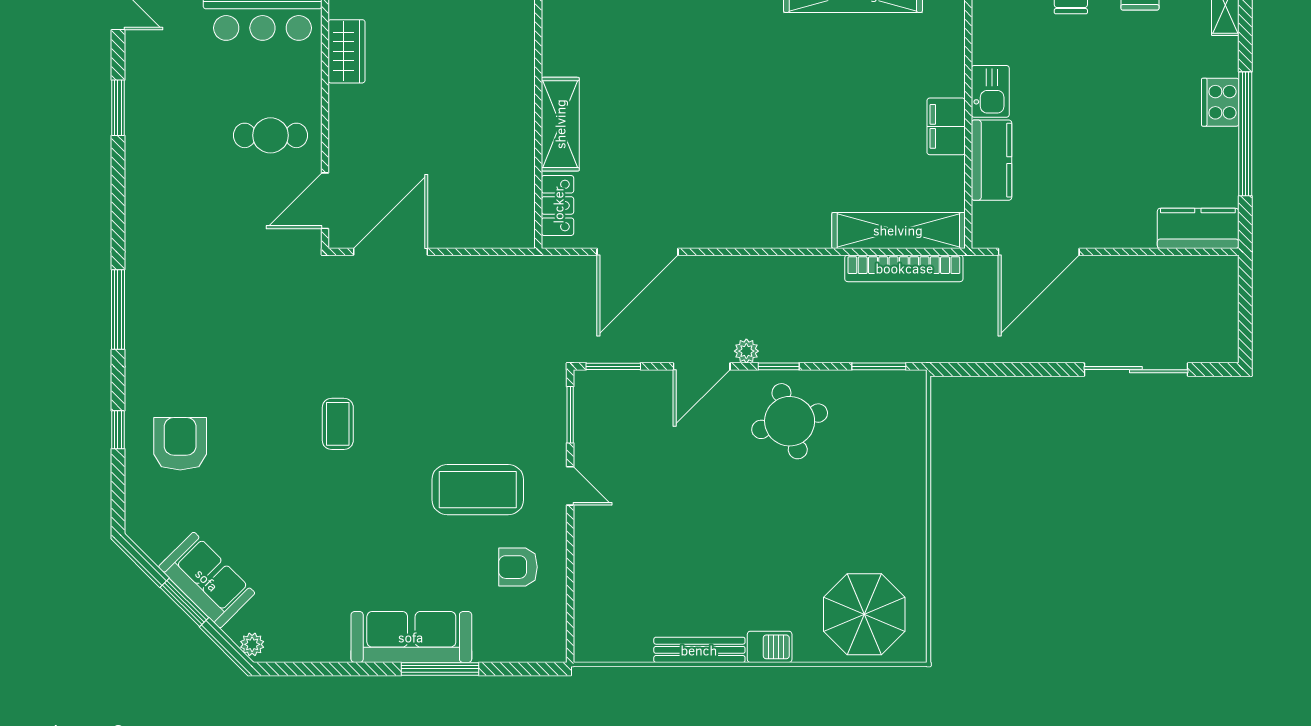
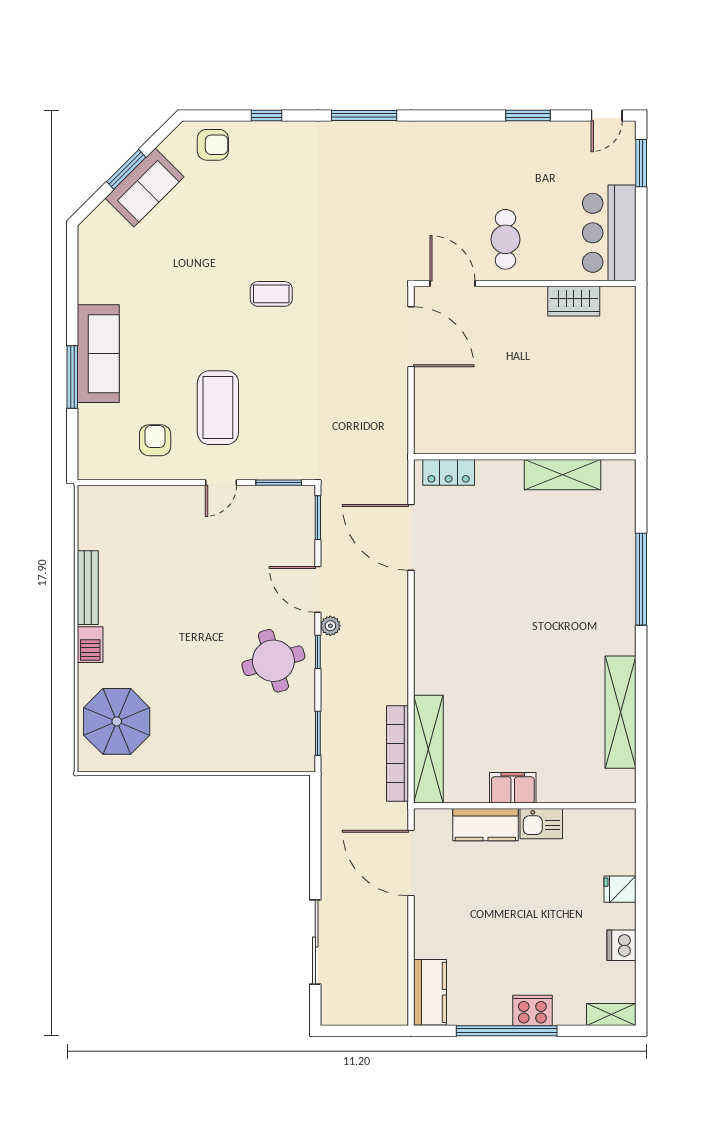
shelving: (560, 124) -> (563, 475), moved
armchair: (180, 444) -> (213, 145), moved, width x0.72, depth x0.72
plant: (252, 644) -> (92, 224), removed

